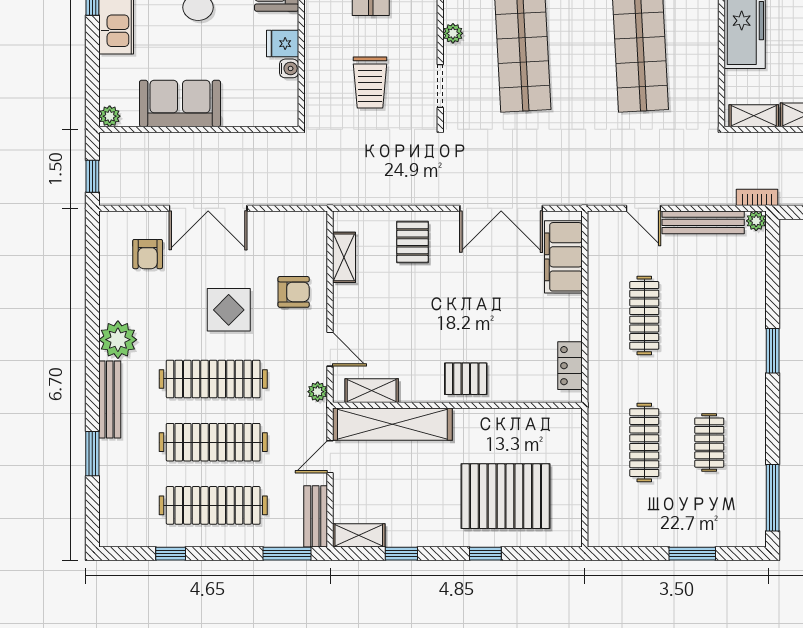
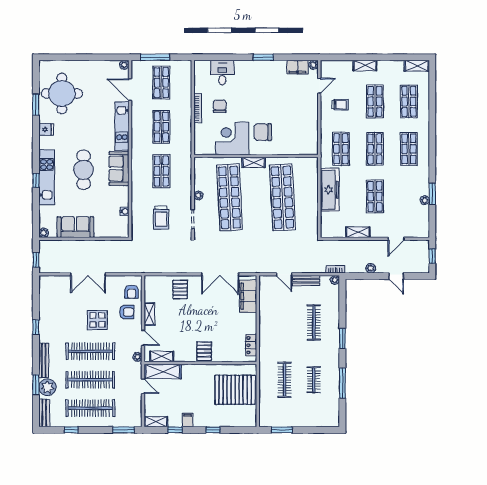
fridge: (283, 44) -> (122, 200), removed
shelving: (754, 116) -> (334, 233), removed
bench: (703, 222) -> (306, 281), width x0.73
armchair: (148, 254) -> (132, 292), moved
shelving: (344, 257) -> (149, 314), moved
clothes rail: (644, 315) -> (314, 323), moved
window: (92, 325) -> (36, 327), added
plant: (118, 340) -> (47, 387), moved
pallet: (466, 379) -> (204, 351), turned 90
shelving: (392, 424) -> (163, 372), width x0.68
door: (330, 457) -> (143, 386), swing flipped
pallet: (505, 496) -> (235, 390), moved
window: (773, 498) -> (342, 383), moved
bench: (316, 516) -> (44, 413), moved
filing cabinet: (429, 532) -> (188, 420), added
window: (692, 554) -> (282, 430), moved

